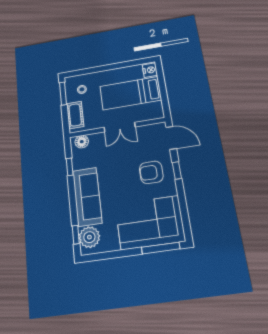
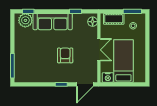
nightstand: (150, 70) -> (108, 77), moved
double door: (120, 127) -> (99, 50), swing flipped
armchair: (151, 172) -> (65, 55), moved
corner sofa: (150, 223) -> (29, 61), removed

